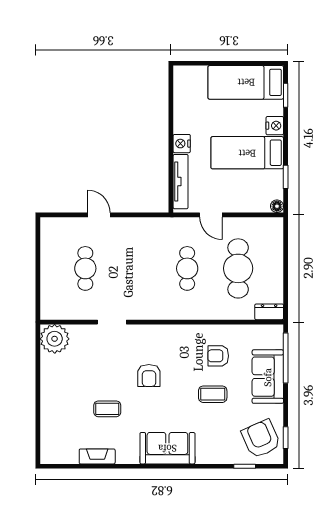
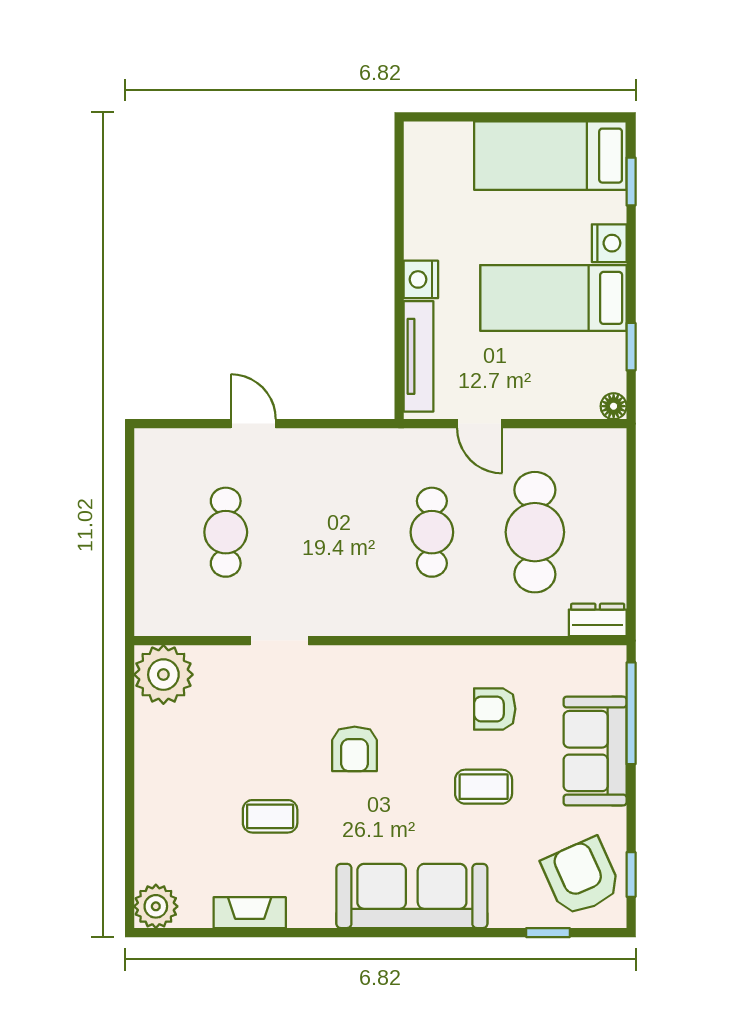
sofa: (167, 448) -> (412, 896), width x1.36
plant: (51, 453) -> (156, 906), added

